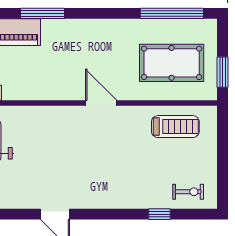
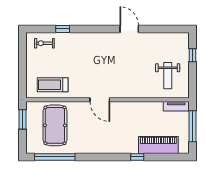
window: (42, 13) -> (137, 157), width x0.46
pool table: (172, 63) -> (55, 125), turned 90

